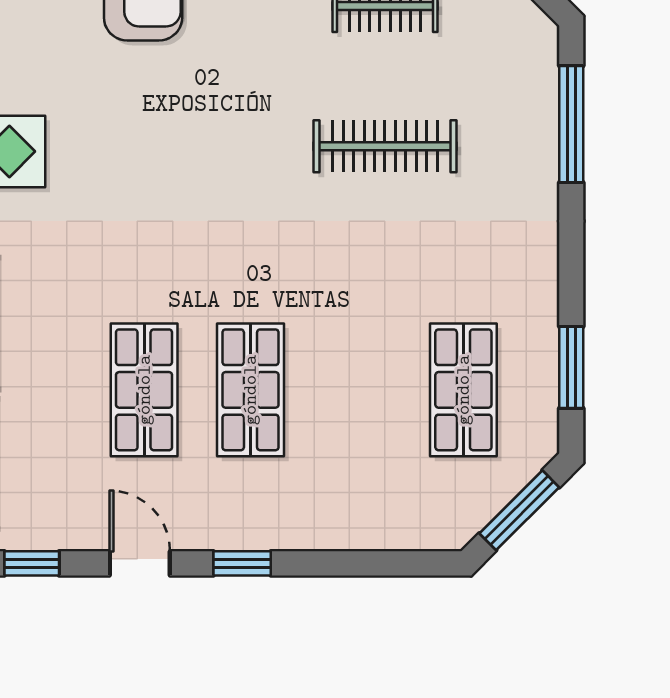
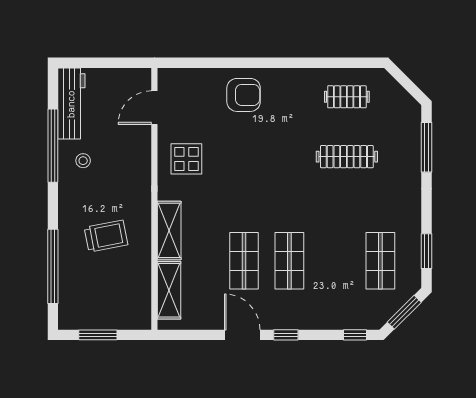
window: (32, 563) -> (355, 335), moved
door: (140, 563) -> (242, 335), width x1.38

